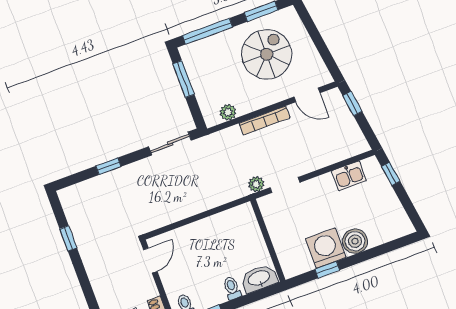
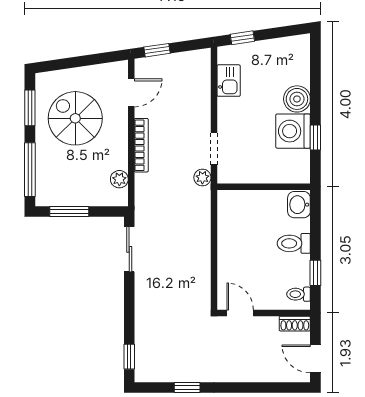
window: (108, 166) -> (129, 357), moved
washbasin: (259, 279) -> (299, 205), width x0.72
toilet: (232, 288) -> (294, 243), width x1.37, depth x1.39

